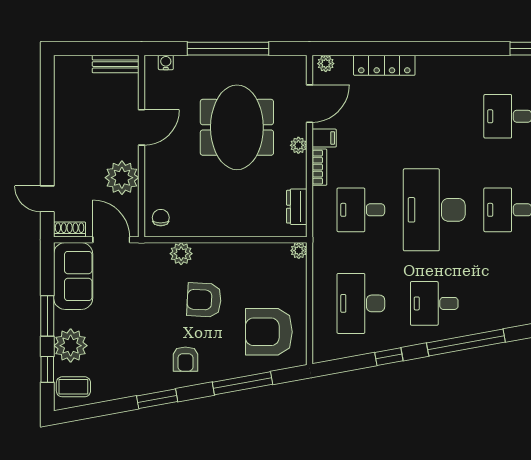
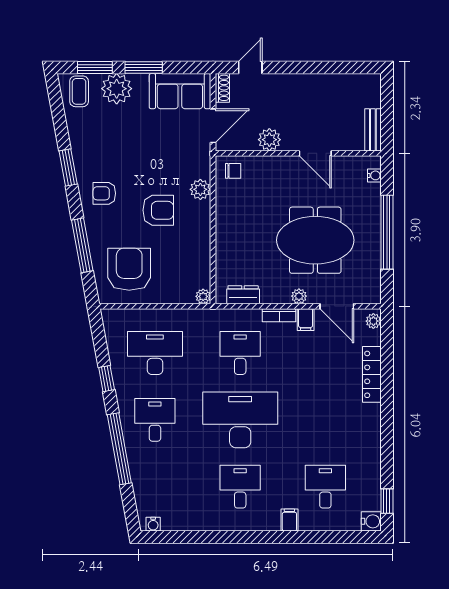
plant: (122, 178) -> (269, 140), width x0.73, depth x0.73
armchair: (204, 300) -> (158, 210), turned 87
window: (47, 369) -> (95, 68), width x1.50

